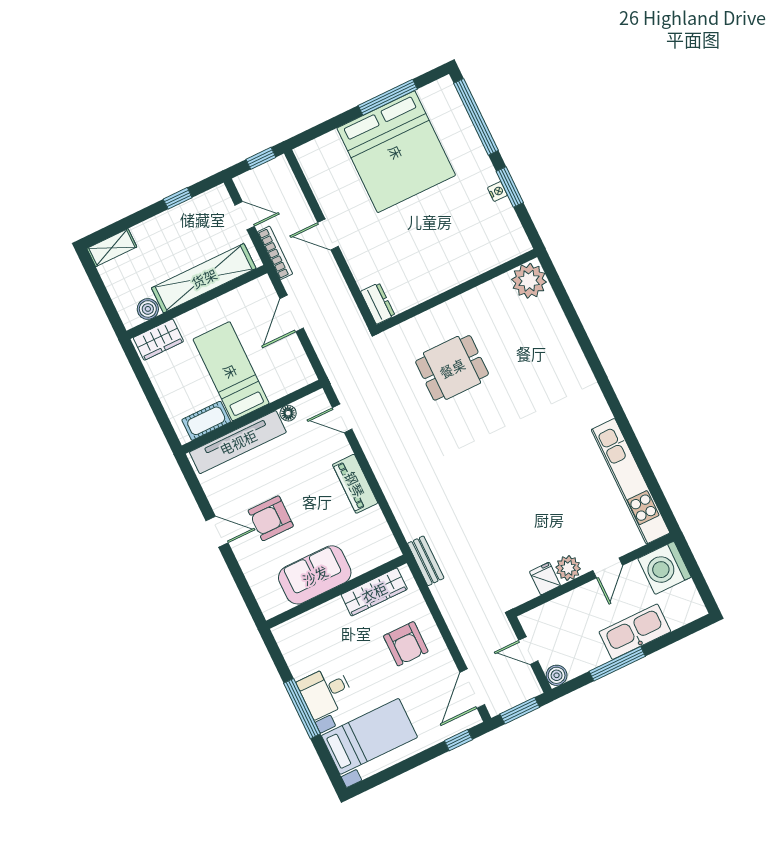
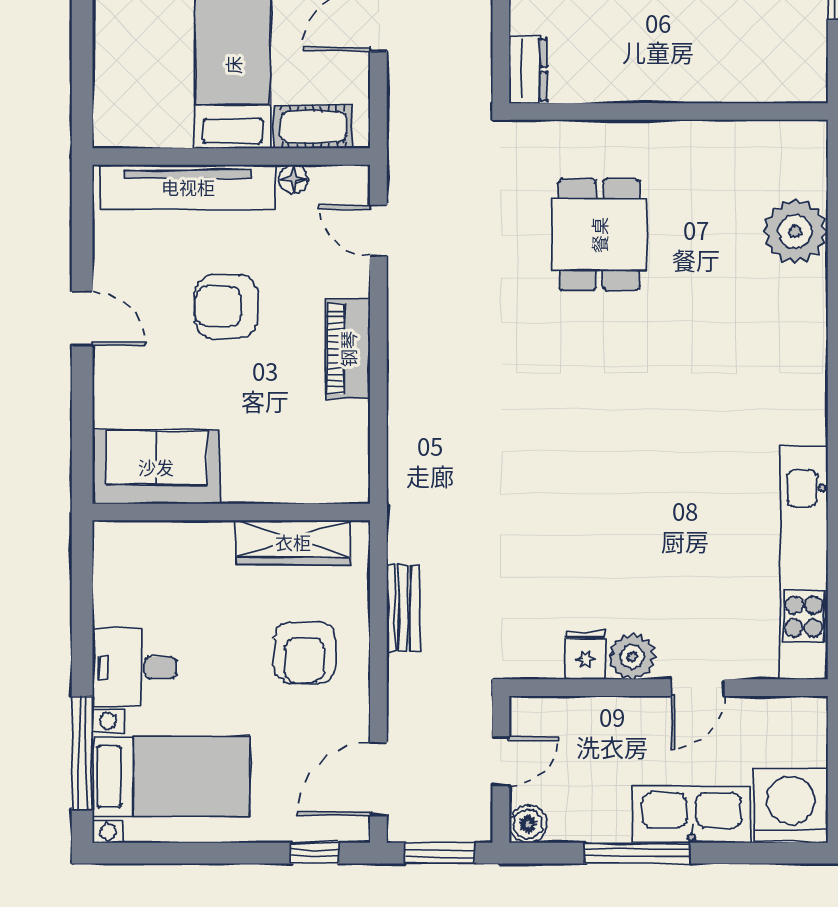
plant: (529, 281) -> (795, 231), moved
dining table: (452, 368) -> (599, 235), turned 90
cot: (206, 421) -> (313, 127), moved
armchair: (271, 518) -> (226, 306), moved
bench: (426, 561) -> (403, 608), moved
washing machine: (664, 568) -> (791, 806), moved, turned 90
sofa: (315, 575) -> (156, 467), moved
door: (528, 651) -> (501, 761), swing flipped
window: (302, 709) -> (82, 753), moved

